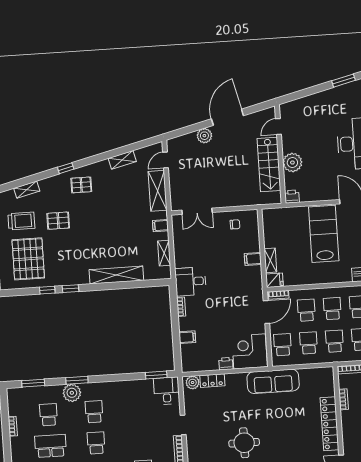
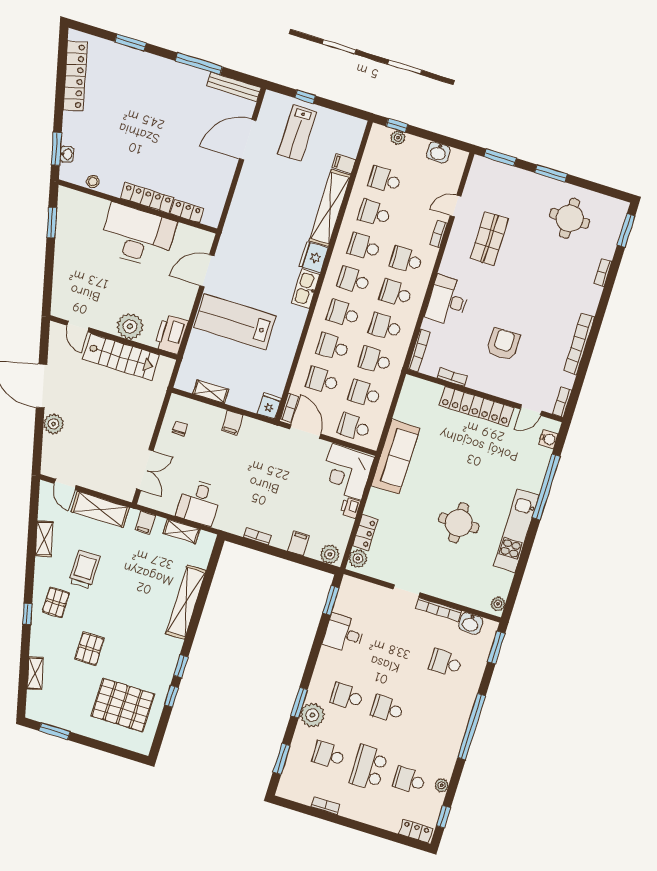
printer: (292, 197) -> (171, 334), width x1.87, depth x1.48
trolley: (21, 221) -> (84, 570), moved
shelving: (270, 260) -> (211, 392), moved
desk: (191, 281) -> (199, 502), moved
plant: (188, 362) -> (330, 554), added
desk: (167, 391) -> (344, 634), moved

